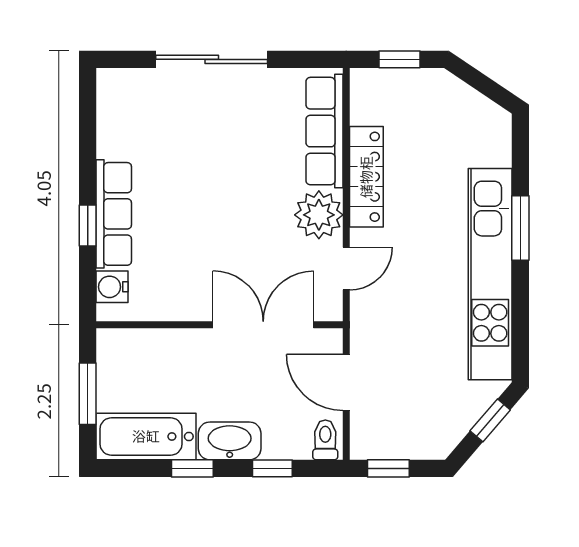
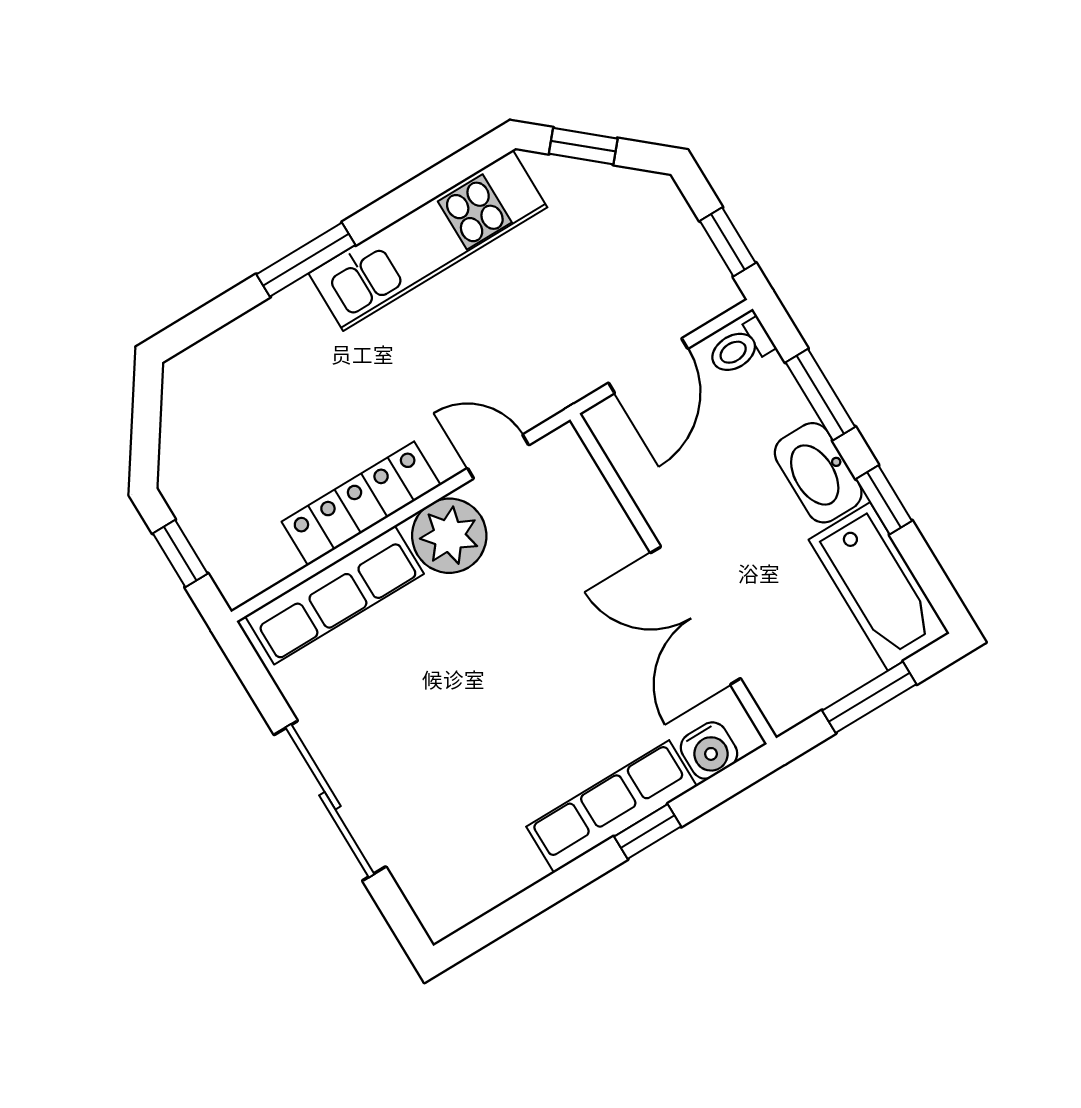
kitchen unit: (490, 274) -> (428, 240), width x0.73
double door: (263, 325) -> (696, 616), moved
window: (272, 468) -> (820, 395), width x1.50

